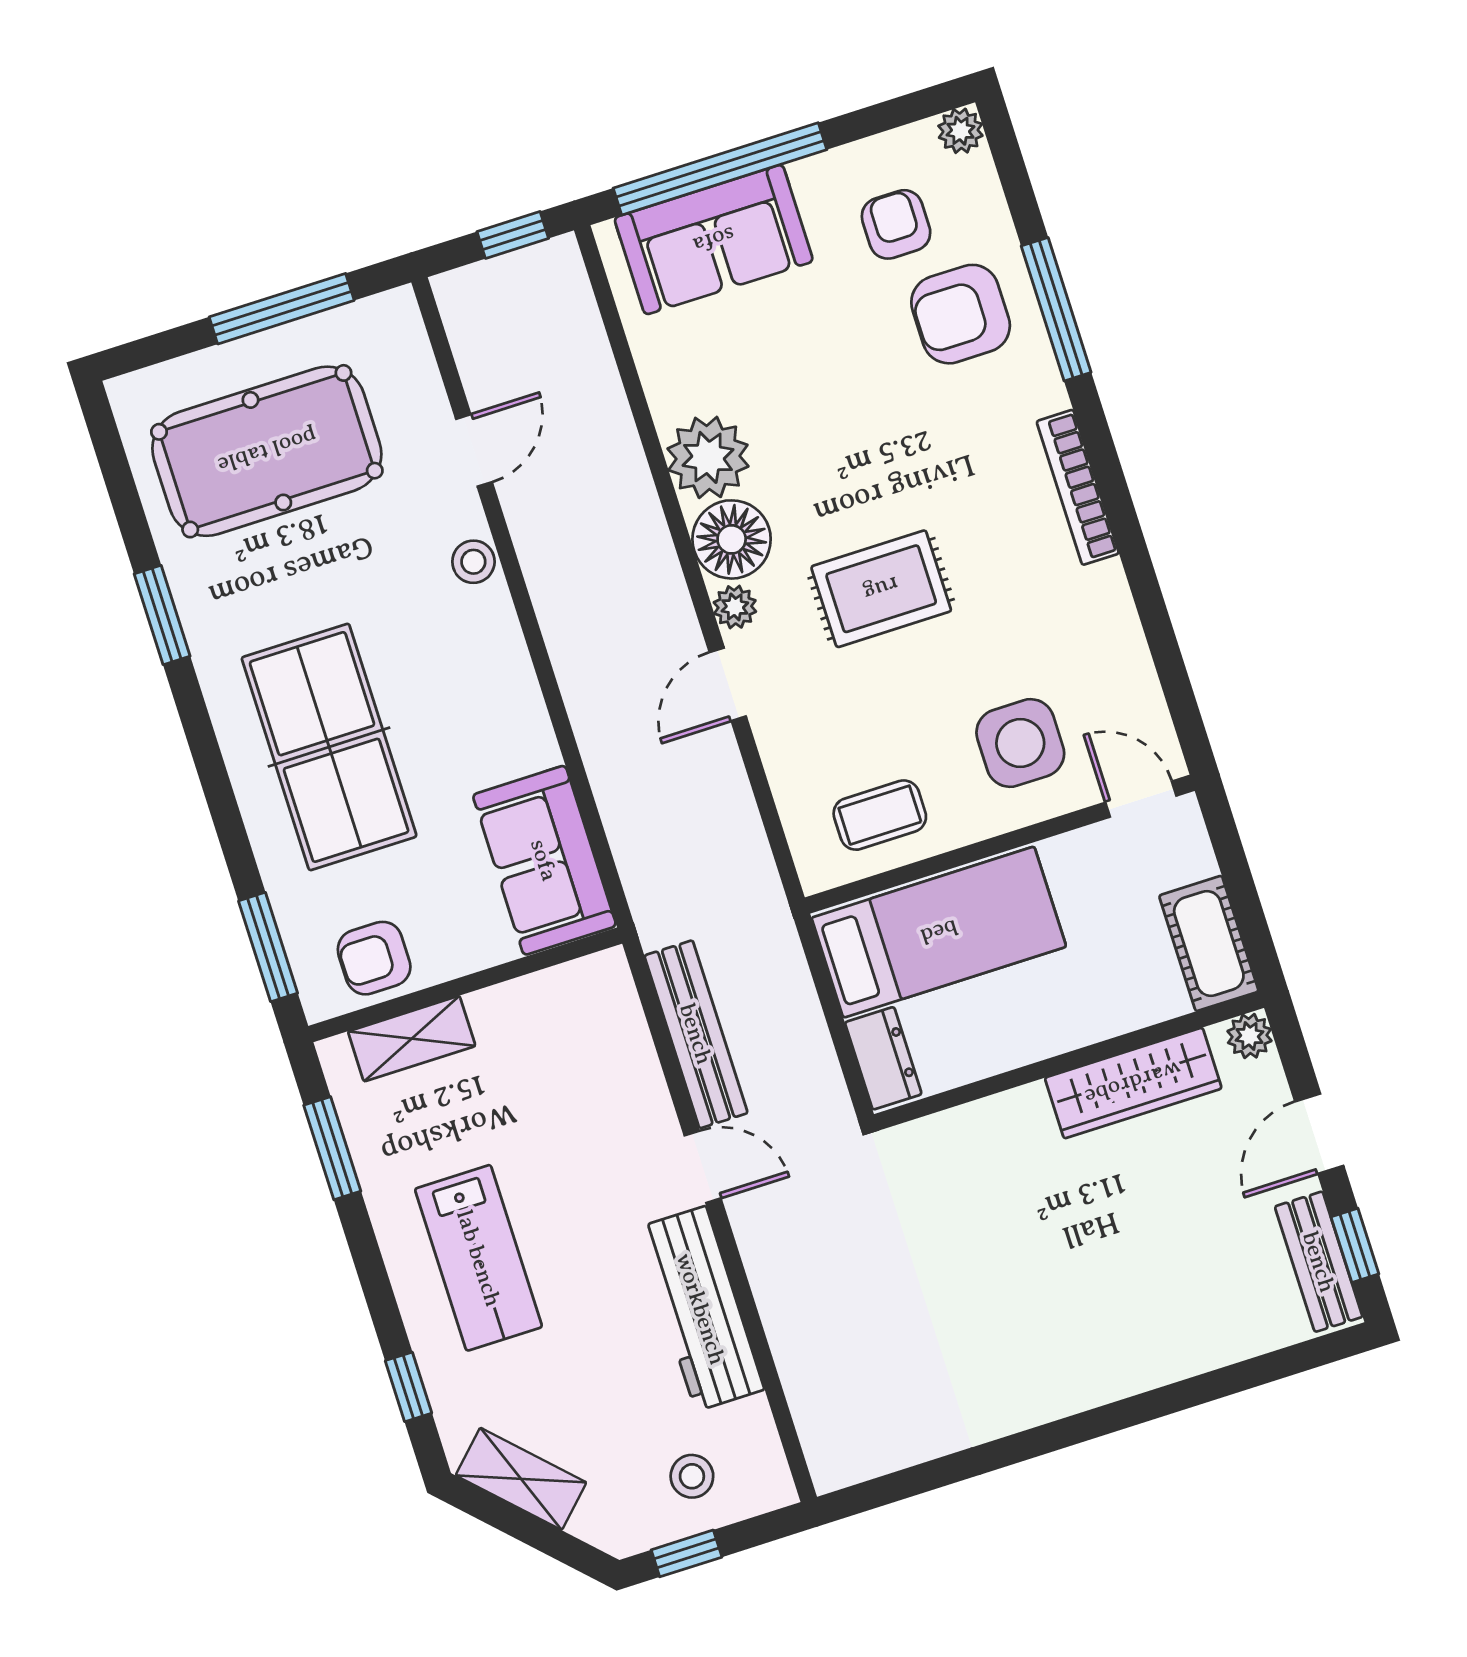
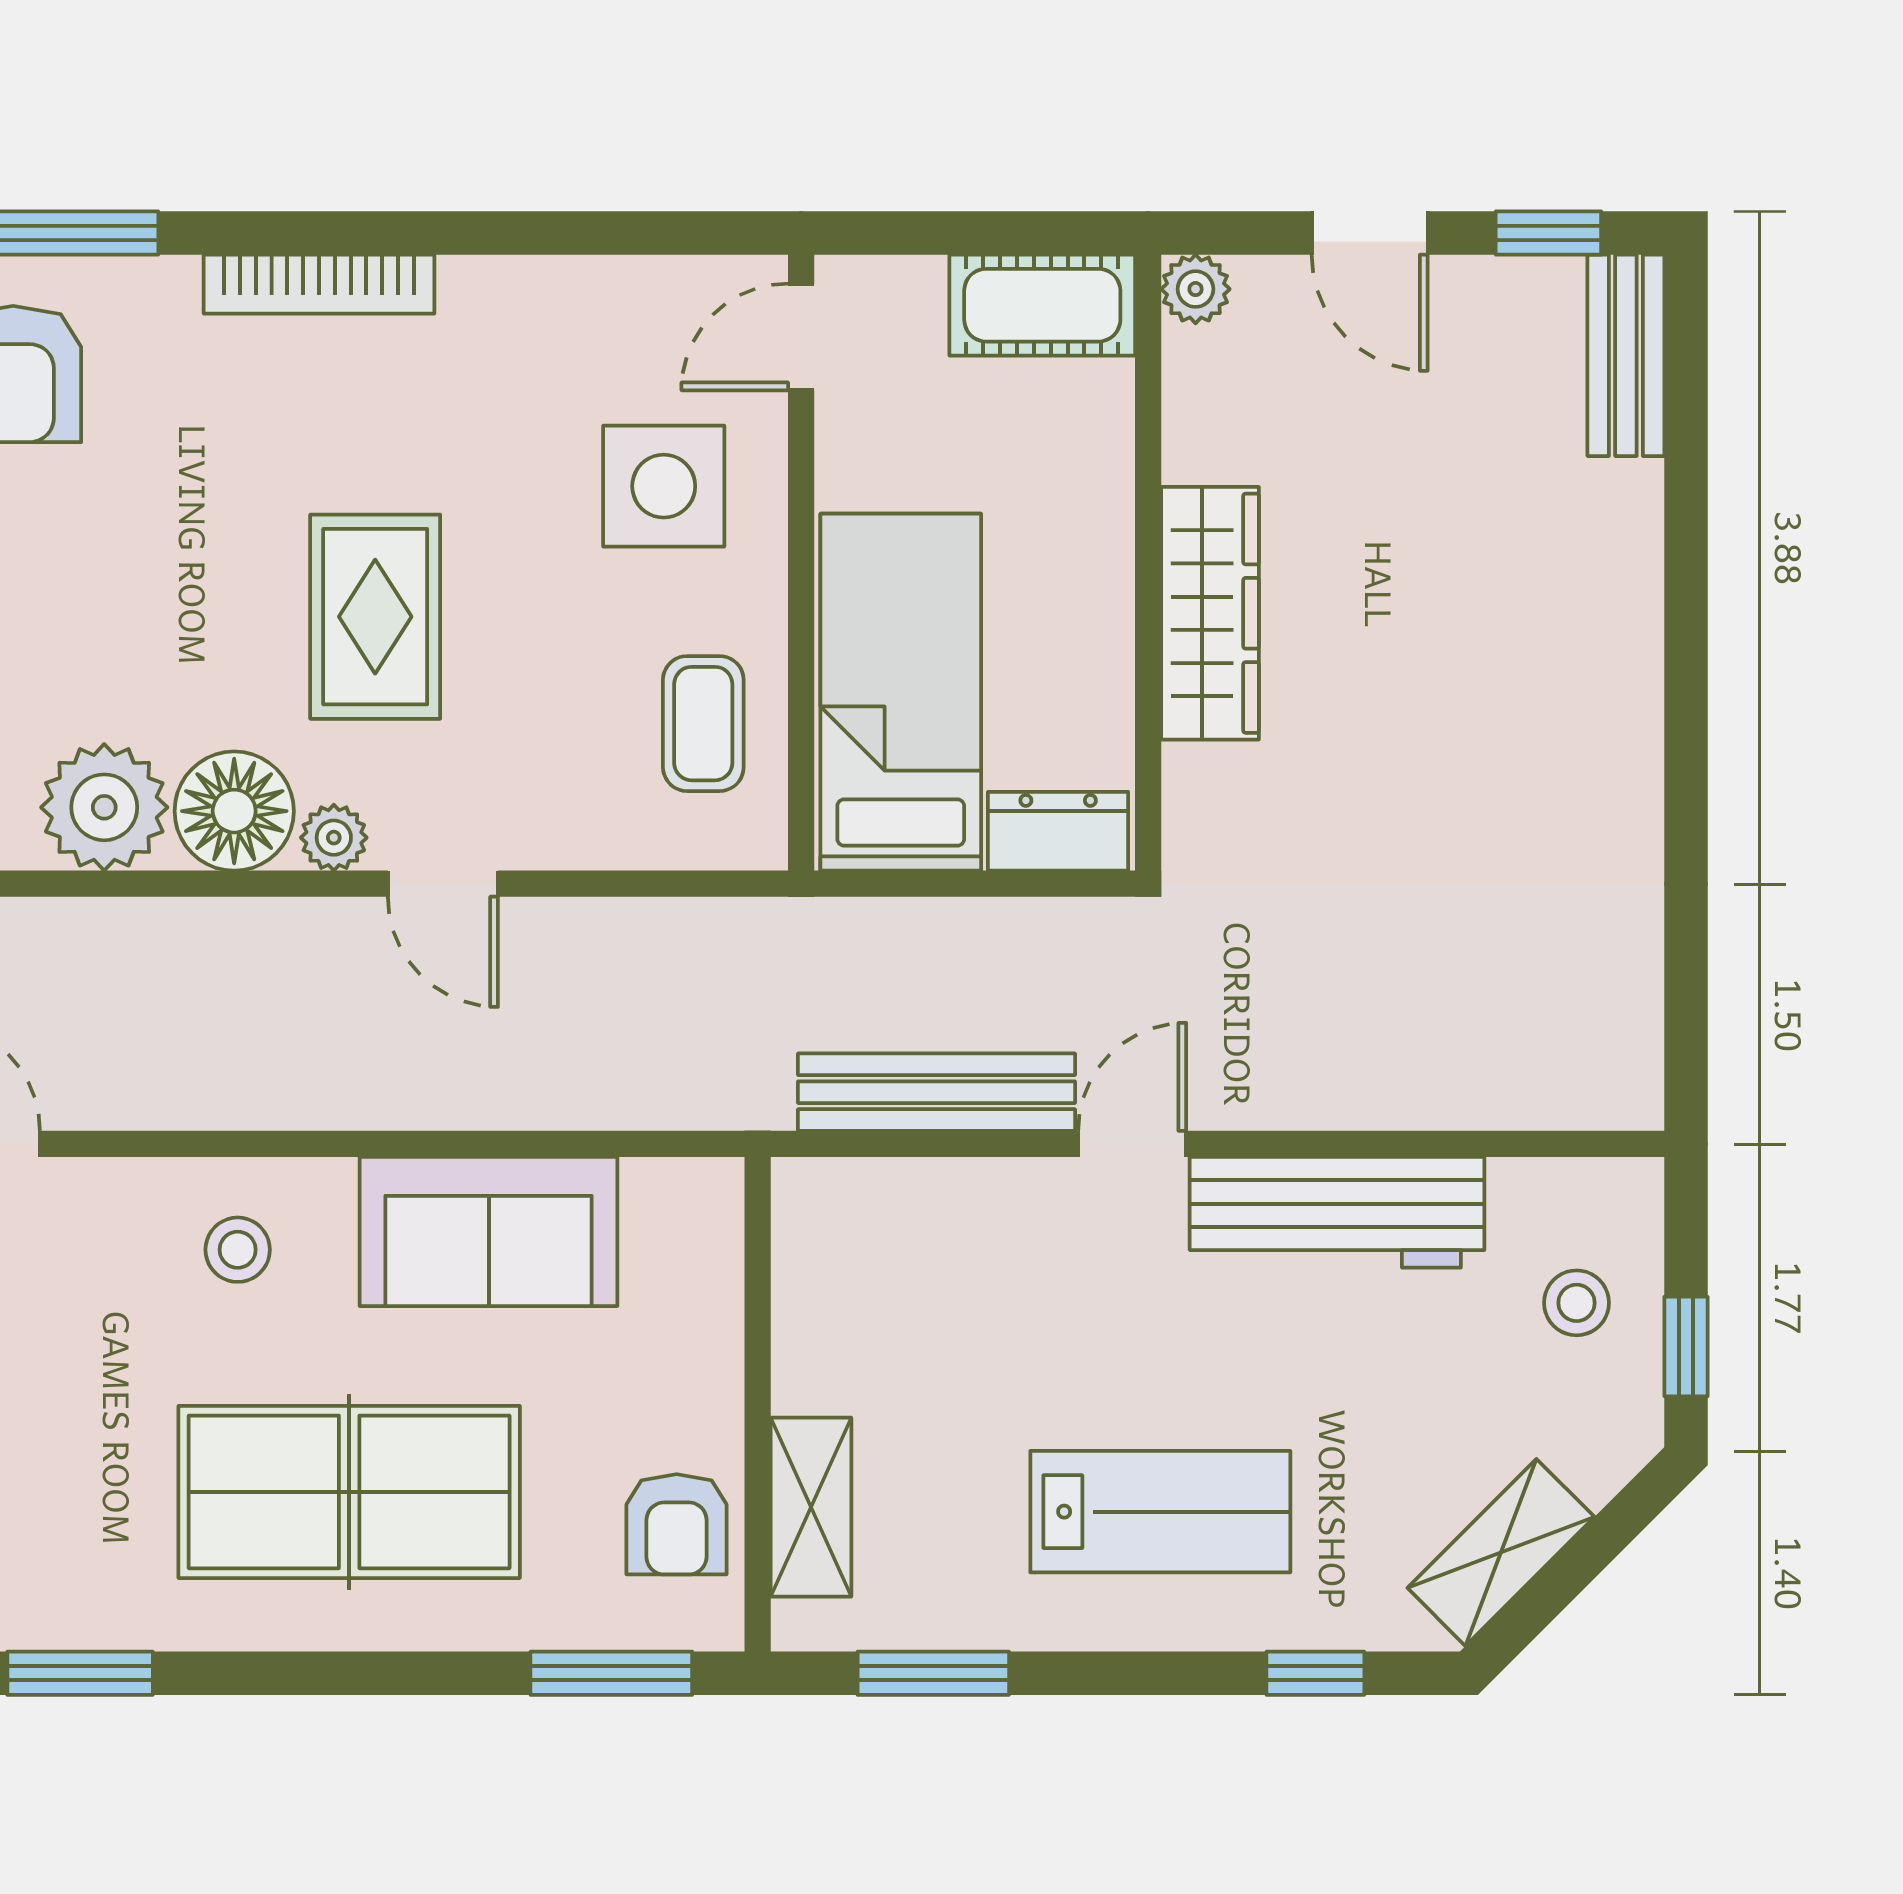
stool: (473, 562) -> (238, 1250), moved
sofa: (544, 860) -> (489, 1232), moved
wardrobe: (1133, 1083) -> (1210, 613), moved
bench: (1319, 1262) -> (1626, 355), moved, turned 90

